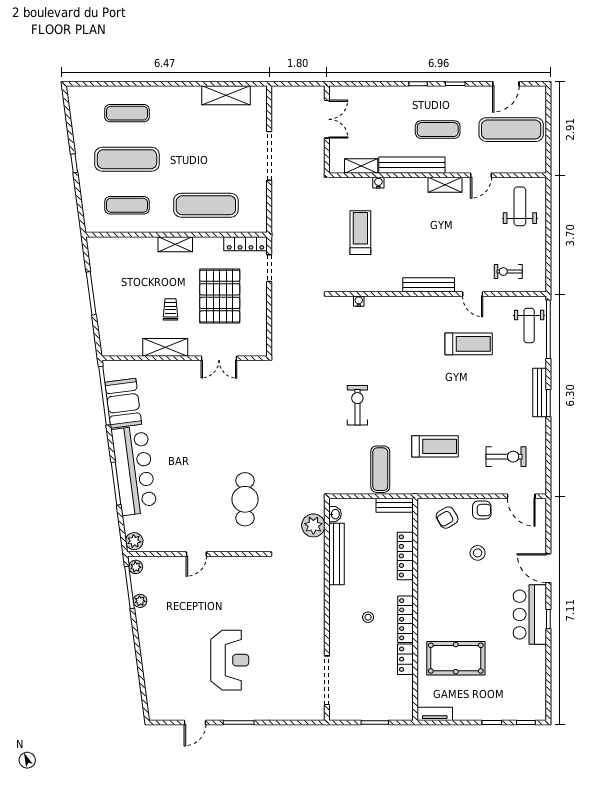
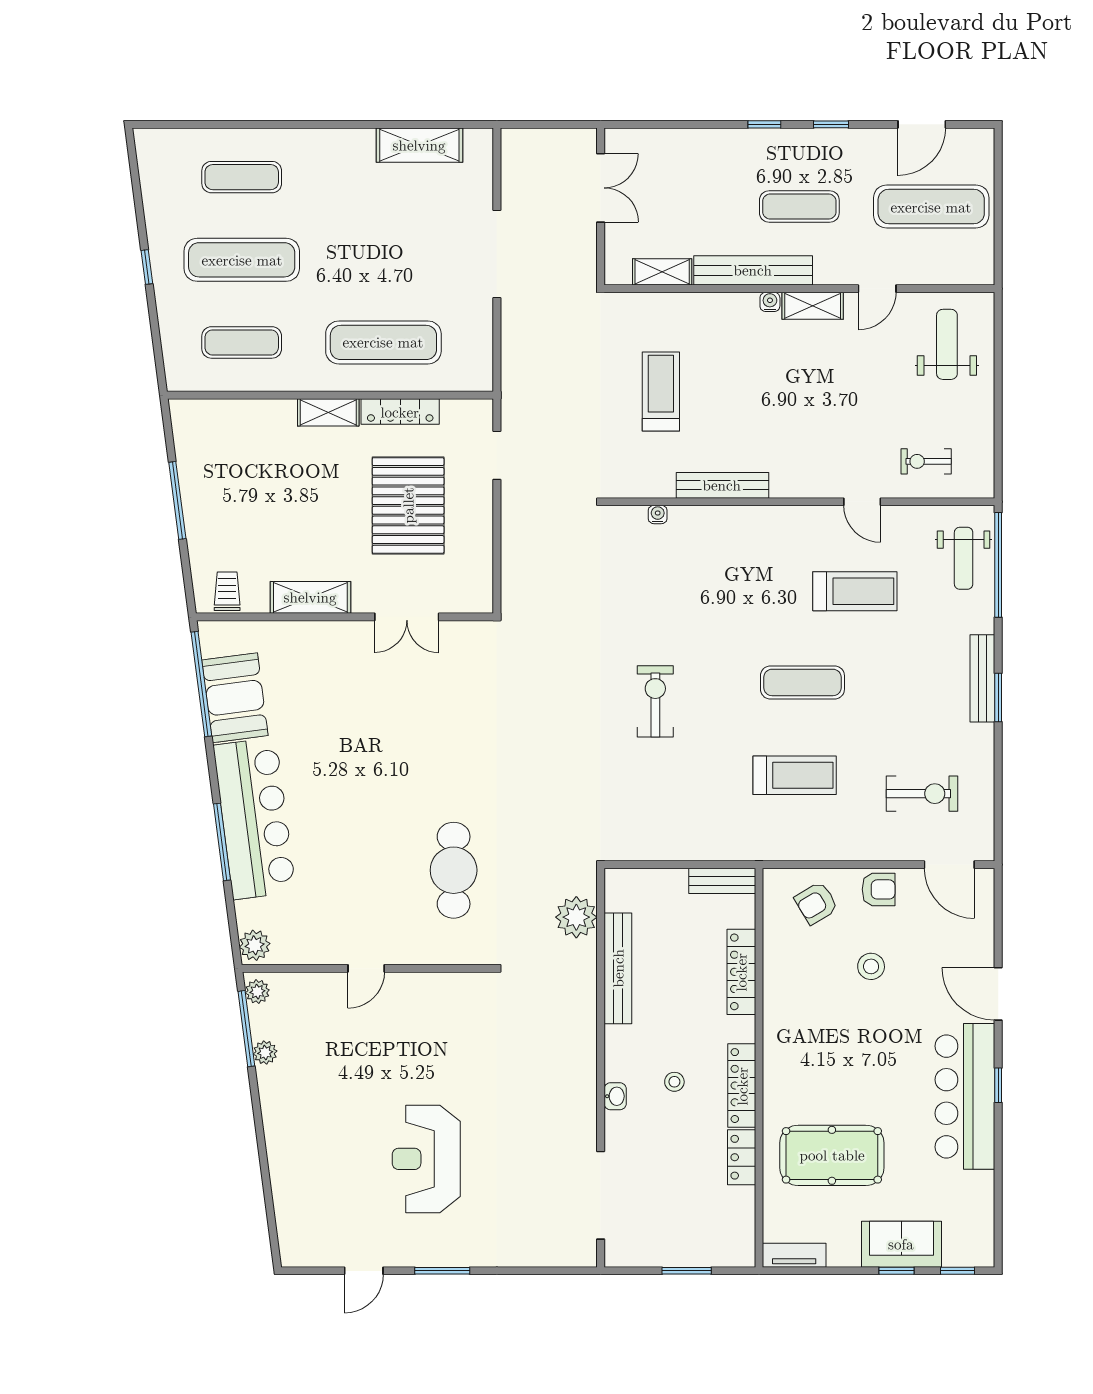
water cooler: (378, 183) -> (770, 302), moved
locker: (245, 244) -> (400, 412), moved
bench: (429, 285) -> (722, 485), moved
trolley: (170, 309) -> (227, 591), moved
exercise mat: (380, 469) -> (802, 682), moved, turned 90
washbasin: (335, 514) -> (615, 1096), moved
bar counter: (530, 615) -> (965, 1096), width x1.36
reception desk: (230, 660) -> (426, 1159), turned 180
sofa: (495, 708) -> (901, 1244), added

